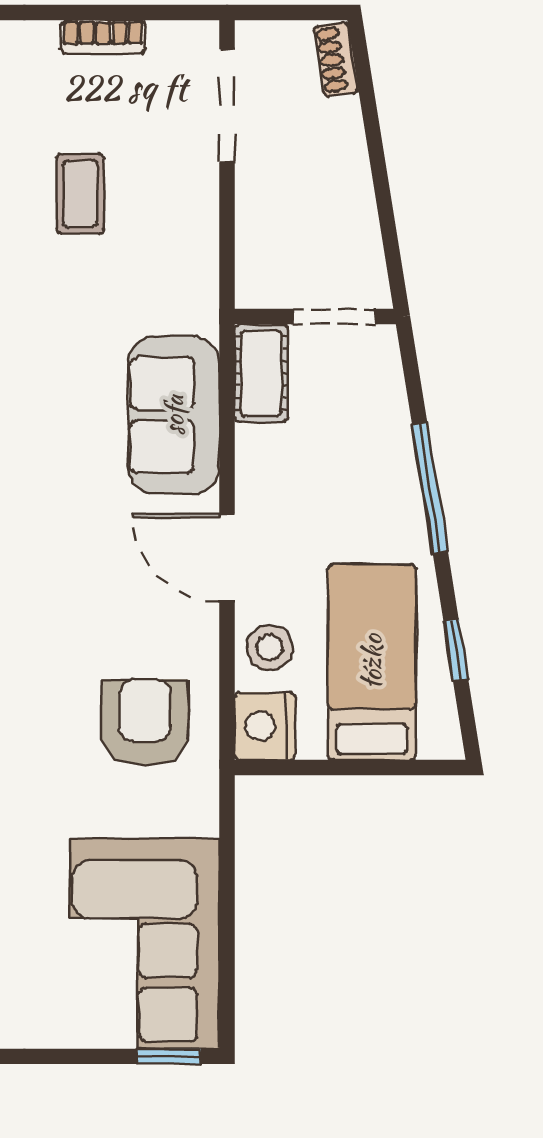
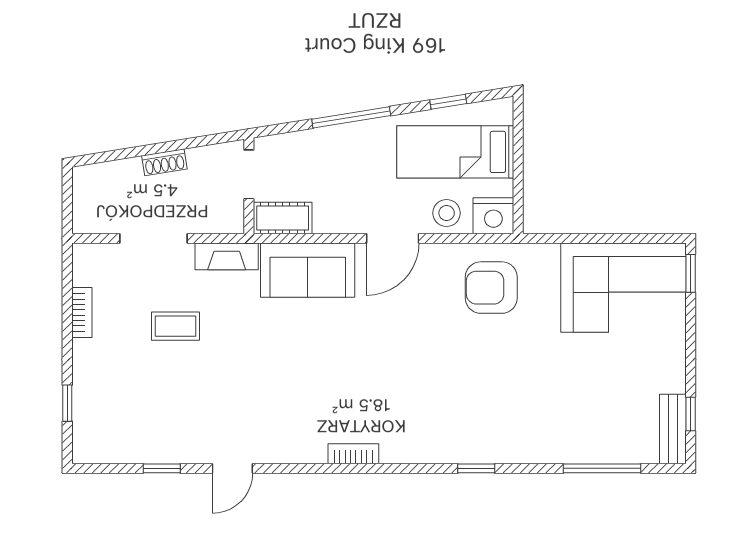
shoe rack: (336, 59) -> (164, 162), moved
doorway: (227, 106) -> (154, 238), moved
fireplace: (197, 279) -> (227, 256), added

